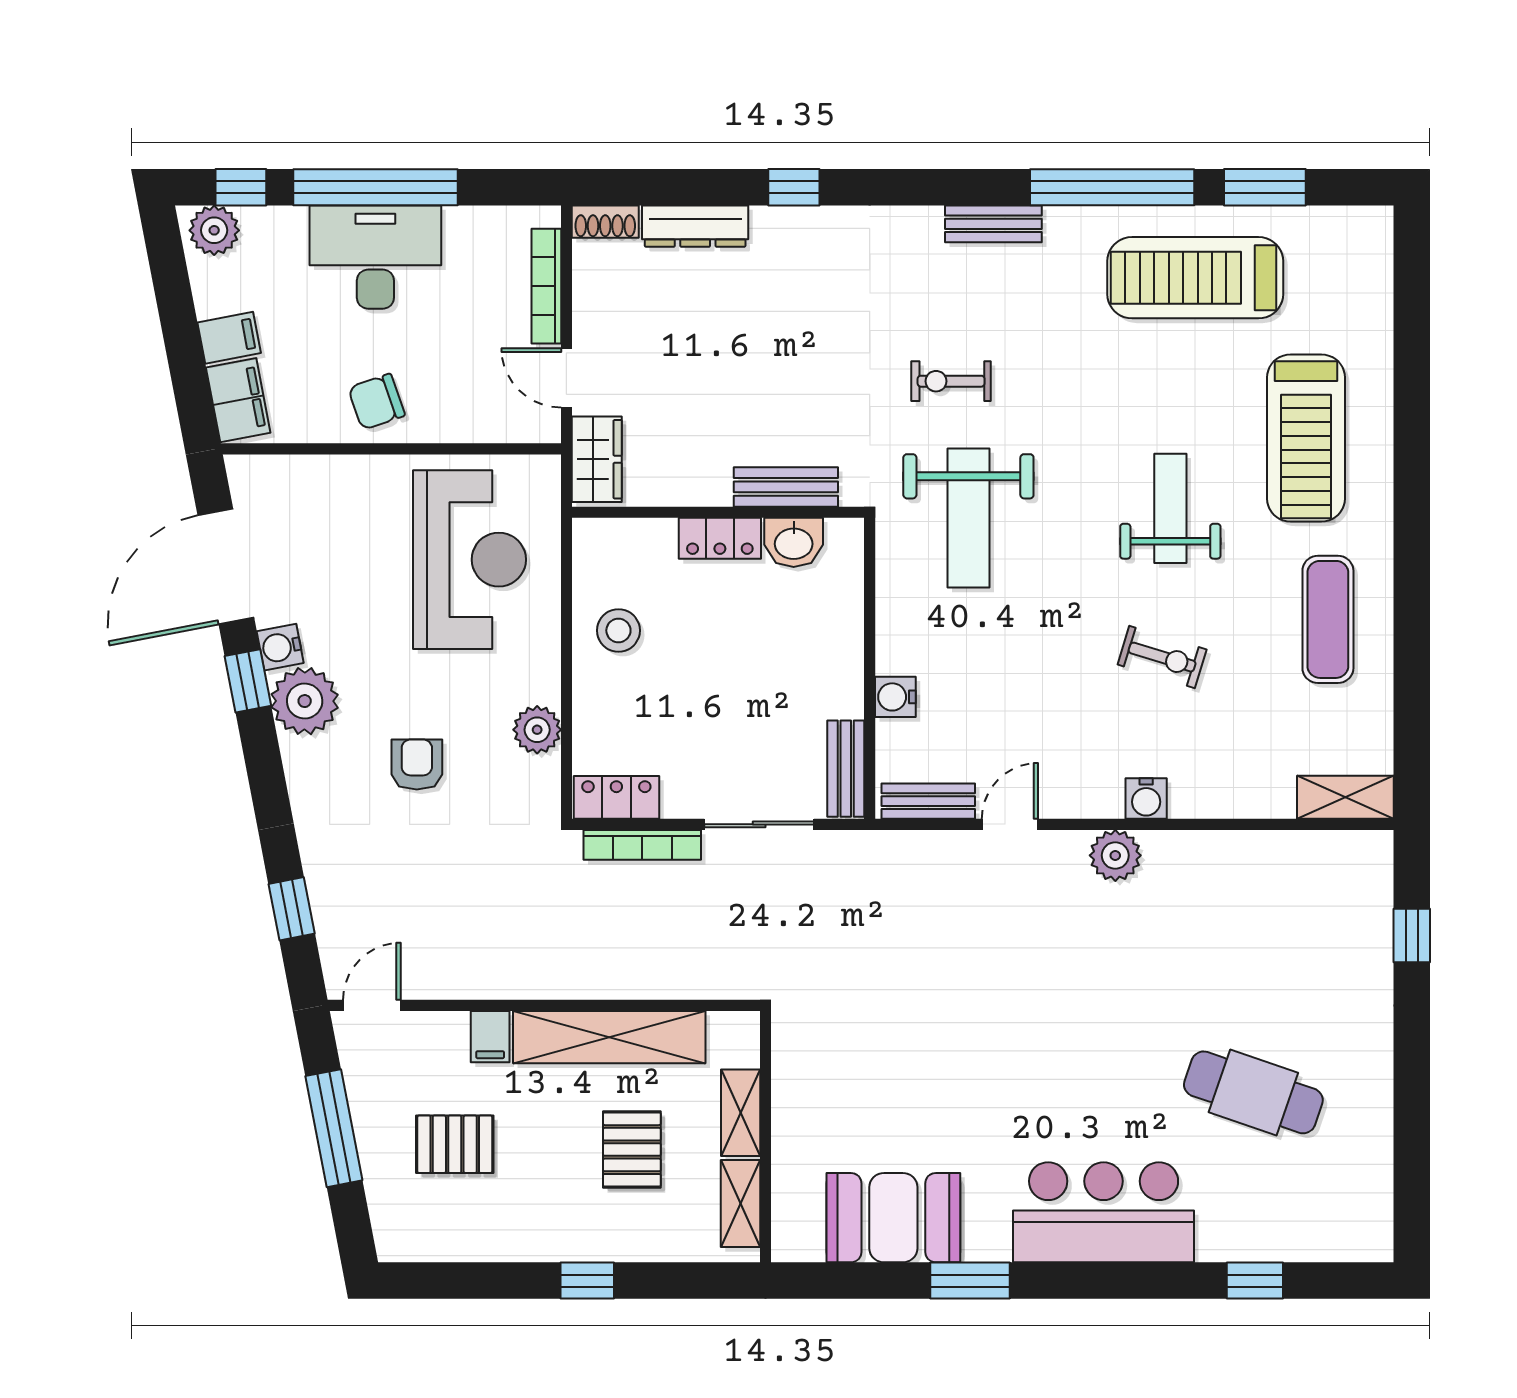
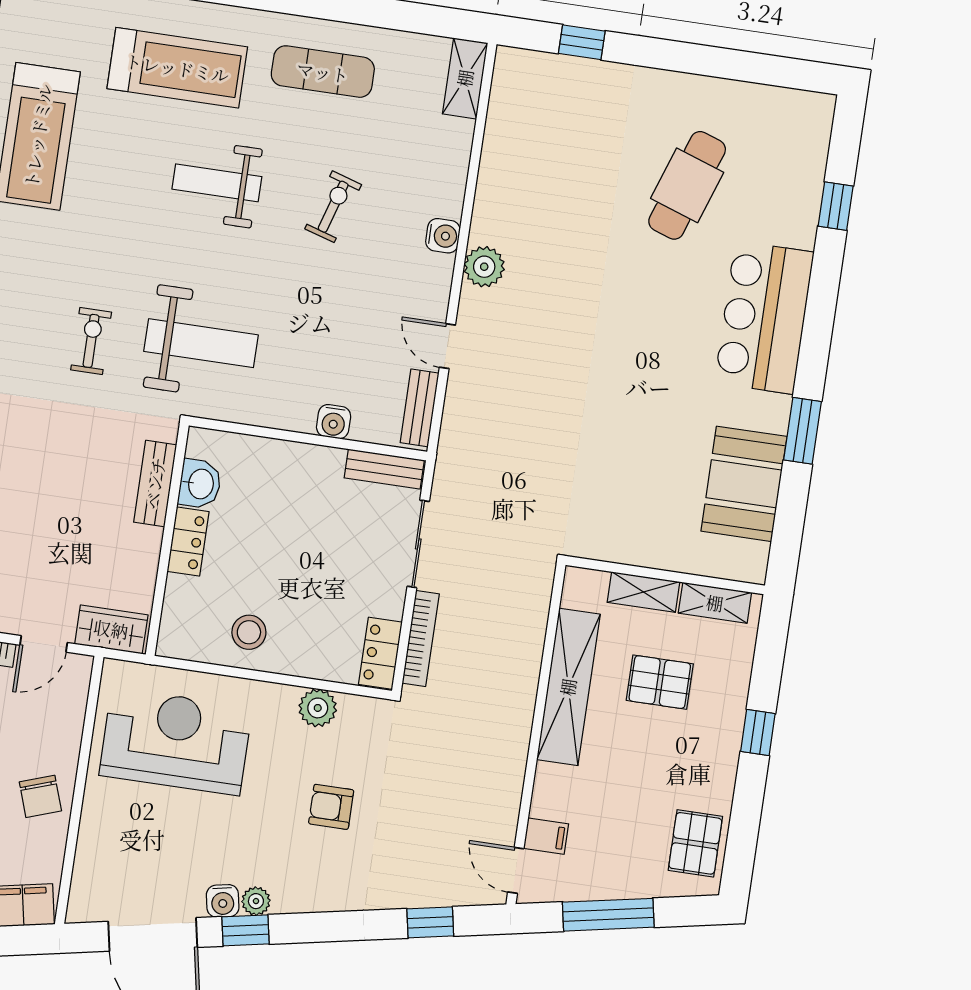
exercise bike: (951, 381) -> (91, 341), turned 180
plant: (305, 701) -> (256, 901), width x0.53, depth x0.53
filing cabinet: (490, 1037) -> (546, 836), moved
pallet: (455, 1144) -> (695, 843), moved

